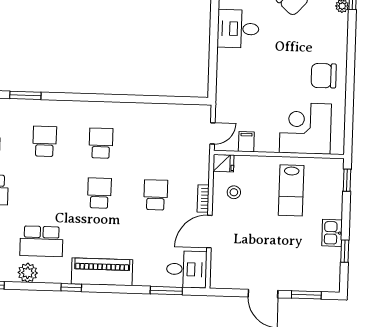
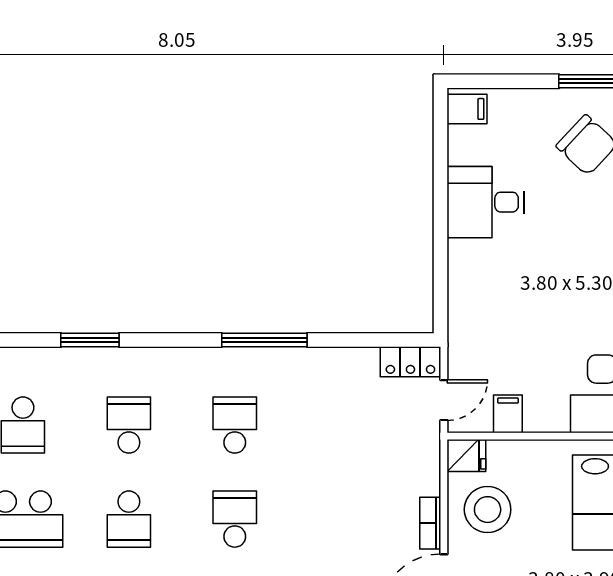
window: (118, 98) -> (264, 340), added
locker: (195, 112) -> (410, 362), added
stool: (234, 192) -> (488, 510), width x1.89, depth x1.89
school desk: (156, 195) -> (129, 519), moved, turned 180

